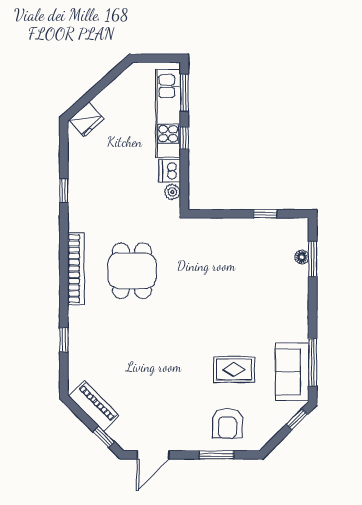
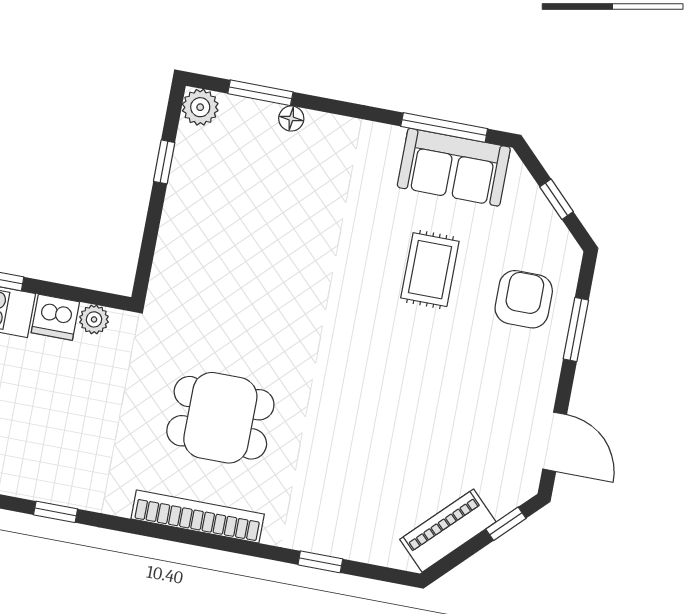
plant: (299, 228) -> (200, 107), added
floor lamp: (302, 257) -> (291, 118), moved
window: (297, 419) -> (557, 199), moved
armchair: (227, 423) -> (524, 299), turned -90

